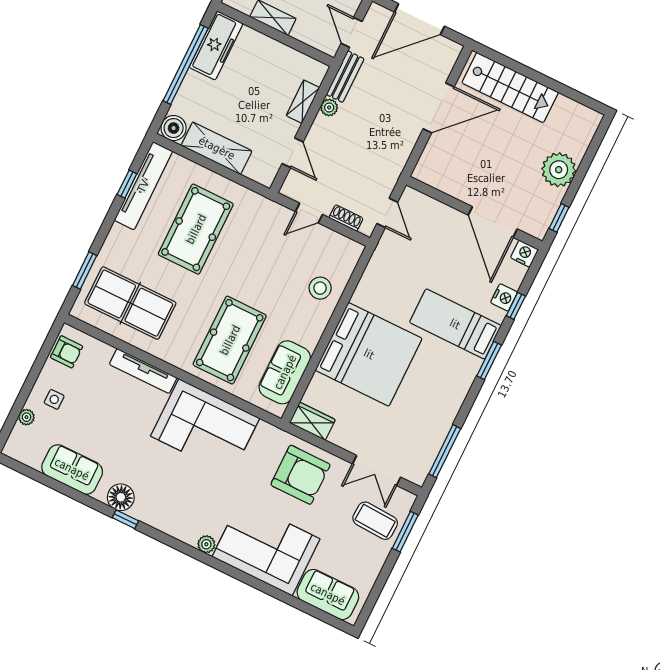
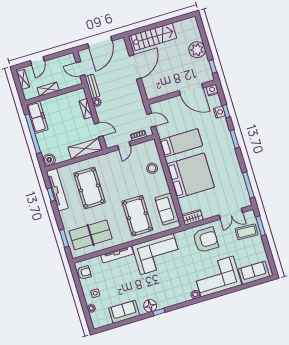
shelving: (217, 148) -> (85, 149), moved
bed: (455, 324) -> (181, 143), moved, turned 180

